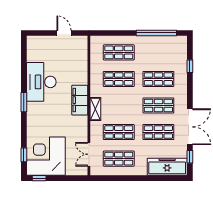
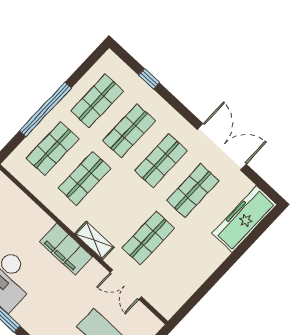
window: (156, 33) -> (45, 109), moved
double door: (89, 154) -> (126, 285), moved
window: (190, 157) -> (258, 181), removed
shop shelf: (119, 159) -> (97, 101), moved

